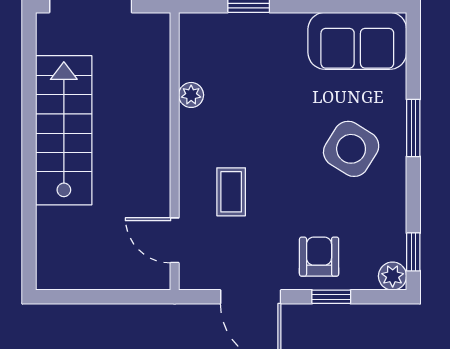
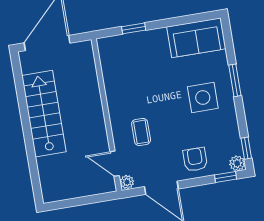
plant: (191, 95) -> (127, 182), moved
side table: (351, 149) -> (203, 97), turned -32
window: (331, 297) -> (226, 177), moved

